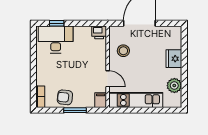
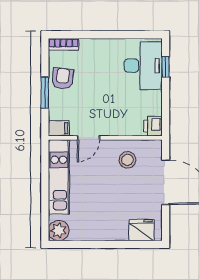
fridge: (174, 59) -> (142, 230), moved
plant: (174, 86) -> (59, 231), moved

